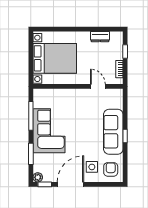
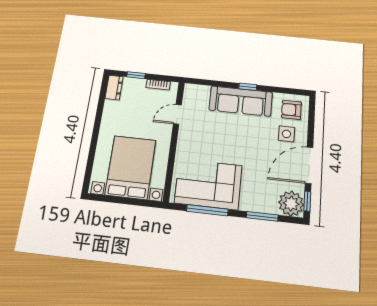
dresser: (100, 37) -> (114, 87), moved
corner sofa: (49, 131) -> (208, 184), moved
plant: (38, 177) -> (291, 204), width x1.88, depth x1.88
door: (70, 184) -> (309, 165), hinge flipped

